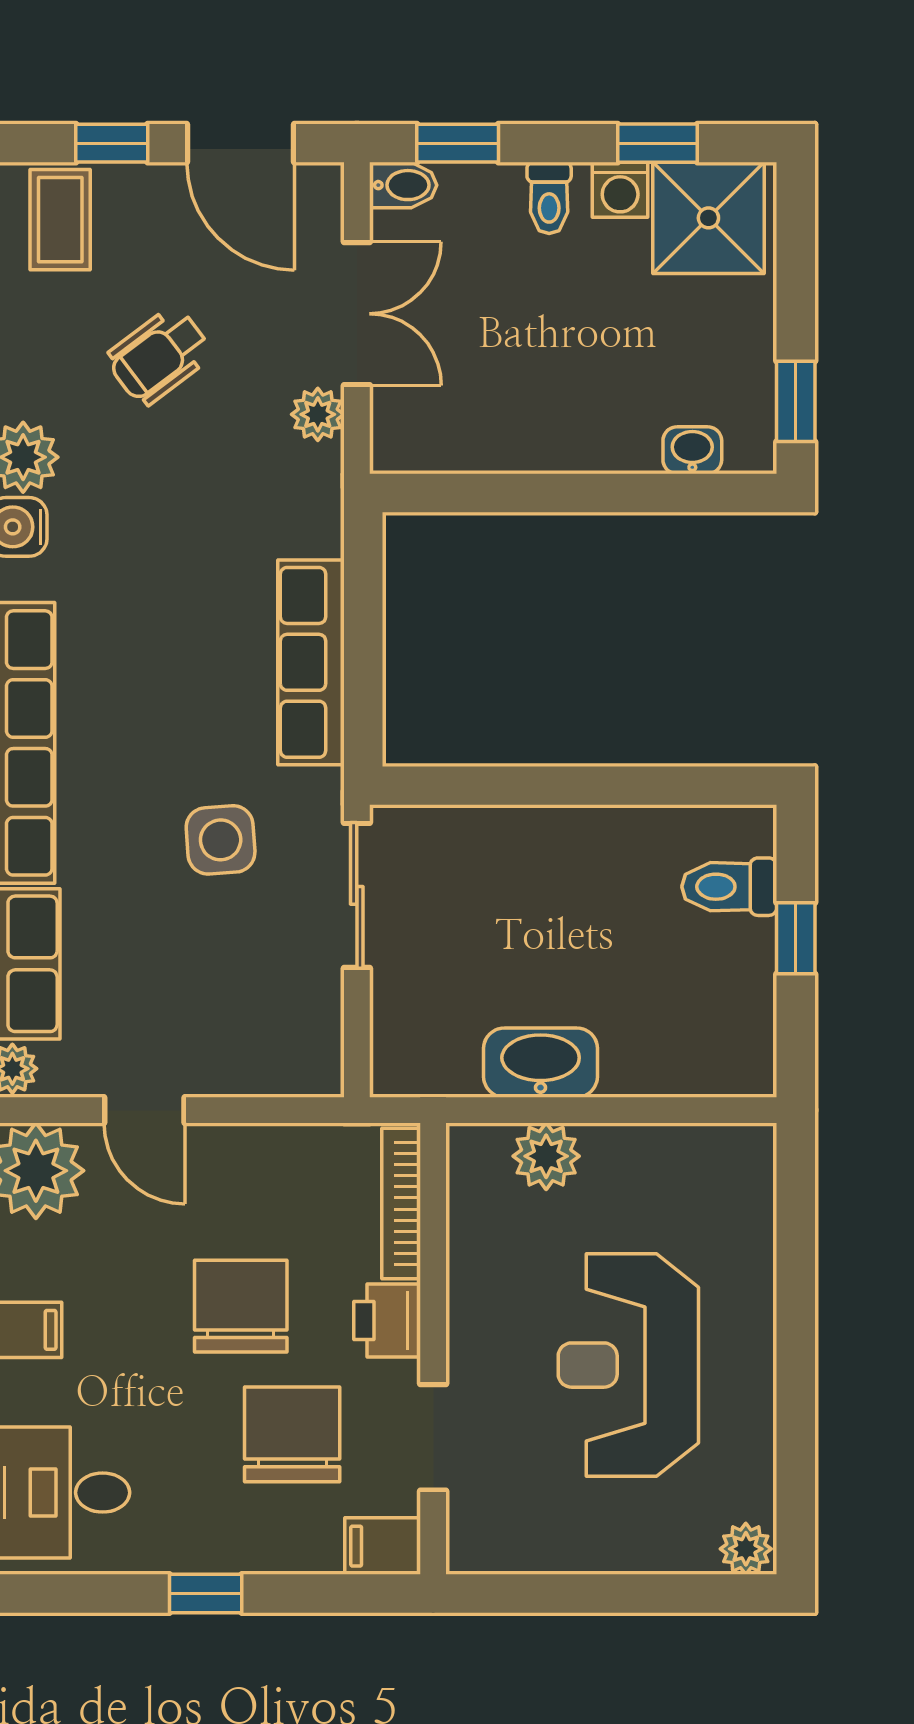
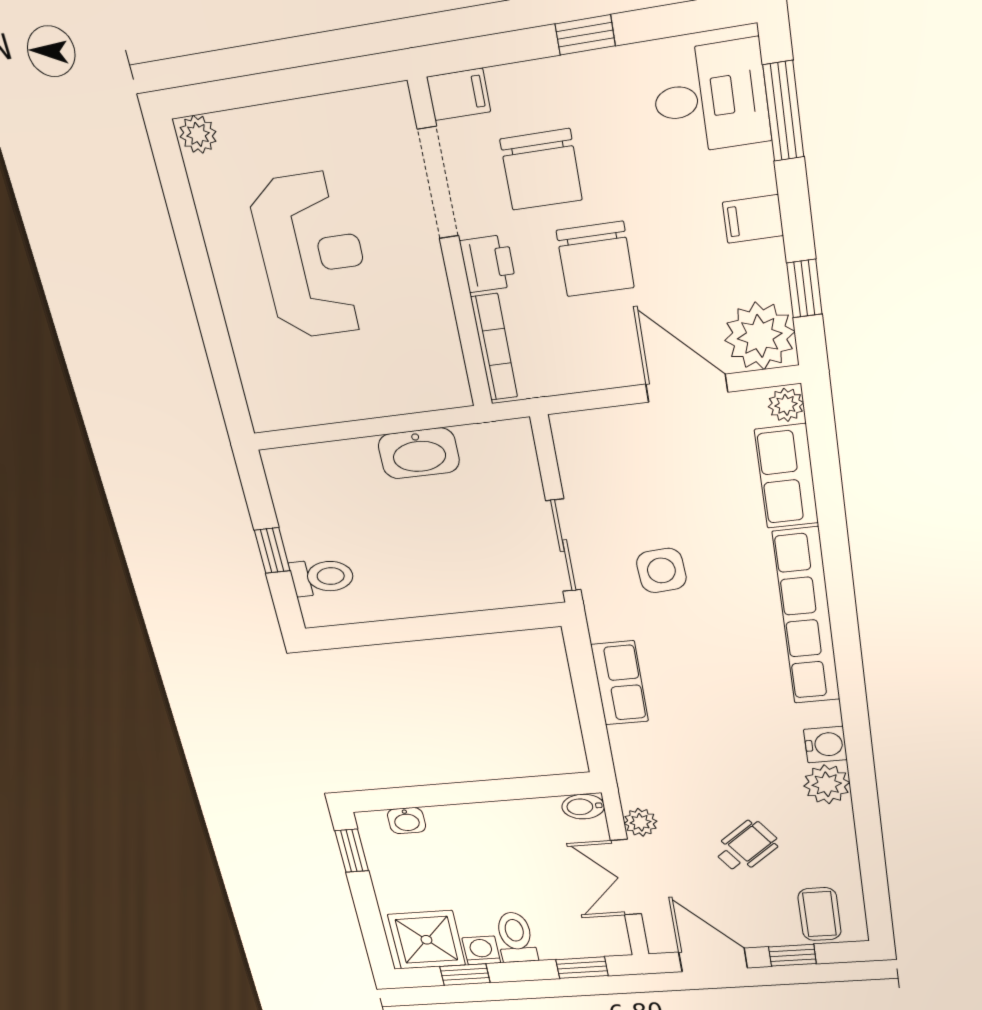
bidet: (403, 185) -> (583, 807), moved
toilet: (549, 198) -> (516, 937), width x1.37, depth x1.39
row of seats: (311, 662) -> (620, 683), width x0.68
door: (144, 1110) -> (687, 388), width x1.38
plant: (546, 1156) -> (401, 392), removed
doorway: (433, 1437) -> (438, 183), width x1.38

